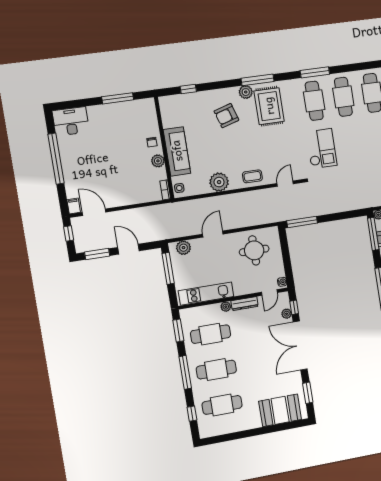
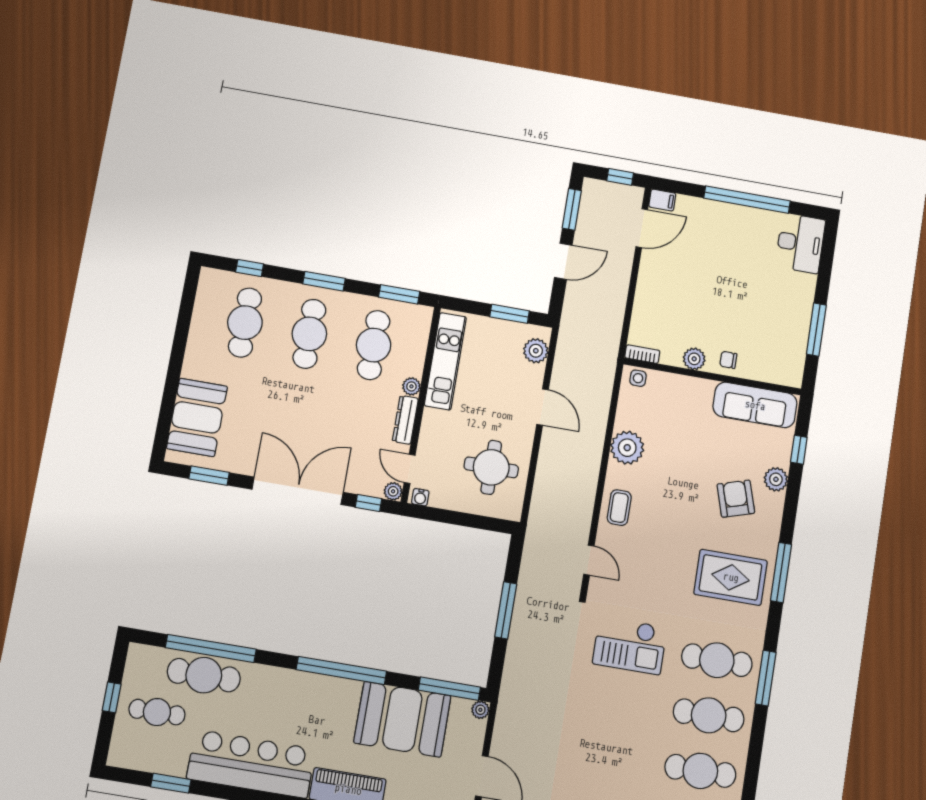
plant: (246, 92) -> (776, 479), moved
sofa: (177, 151) -> (755, 405), moved
window: (302, 222) -> (506, 610), moved
window: (168, 268) -> (510, 314), width x0.69
plant: (287, 314) -> (393, 491), moved
window: (185, 372) -> (324, 281), width x0.69

